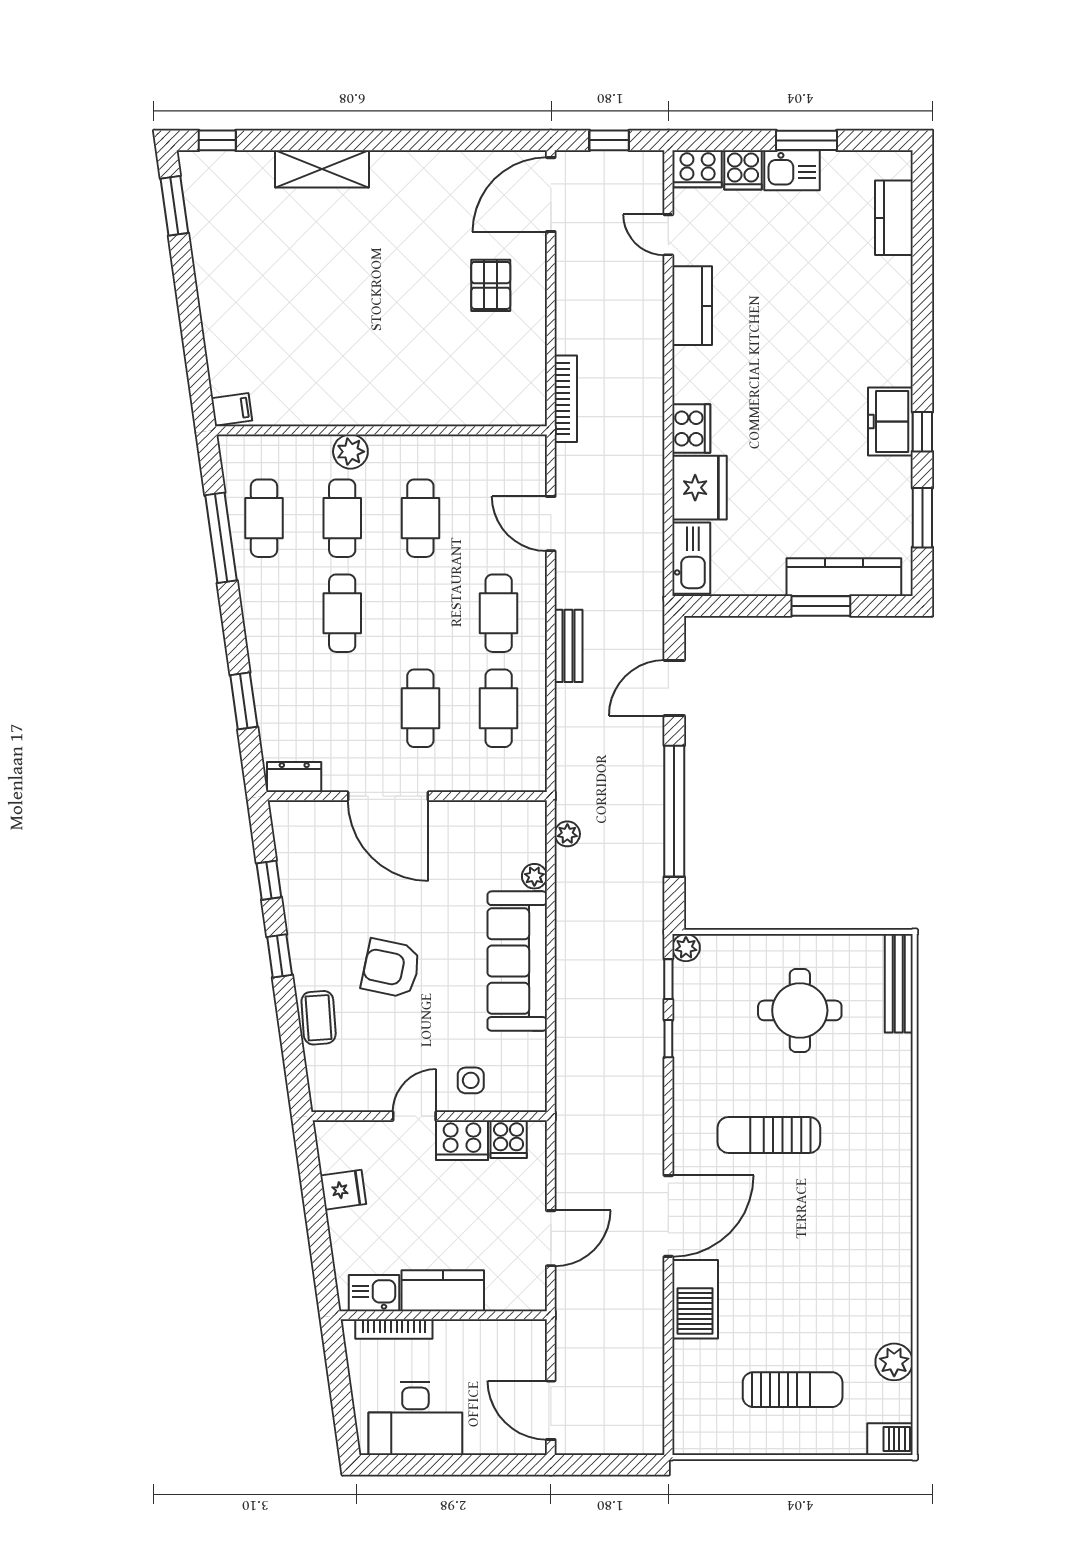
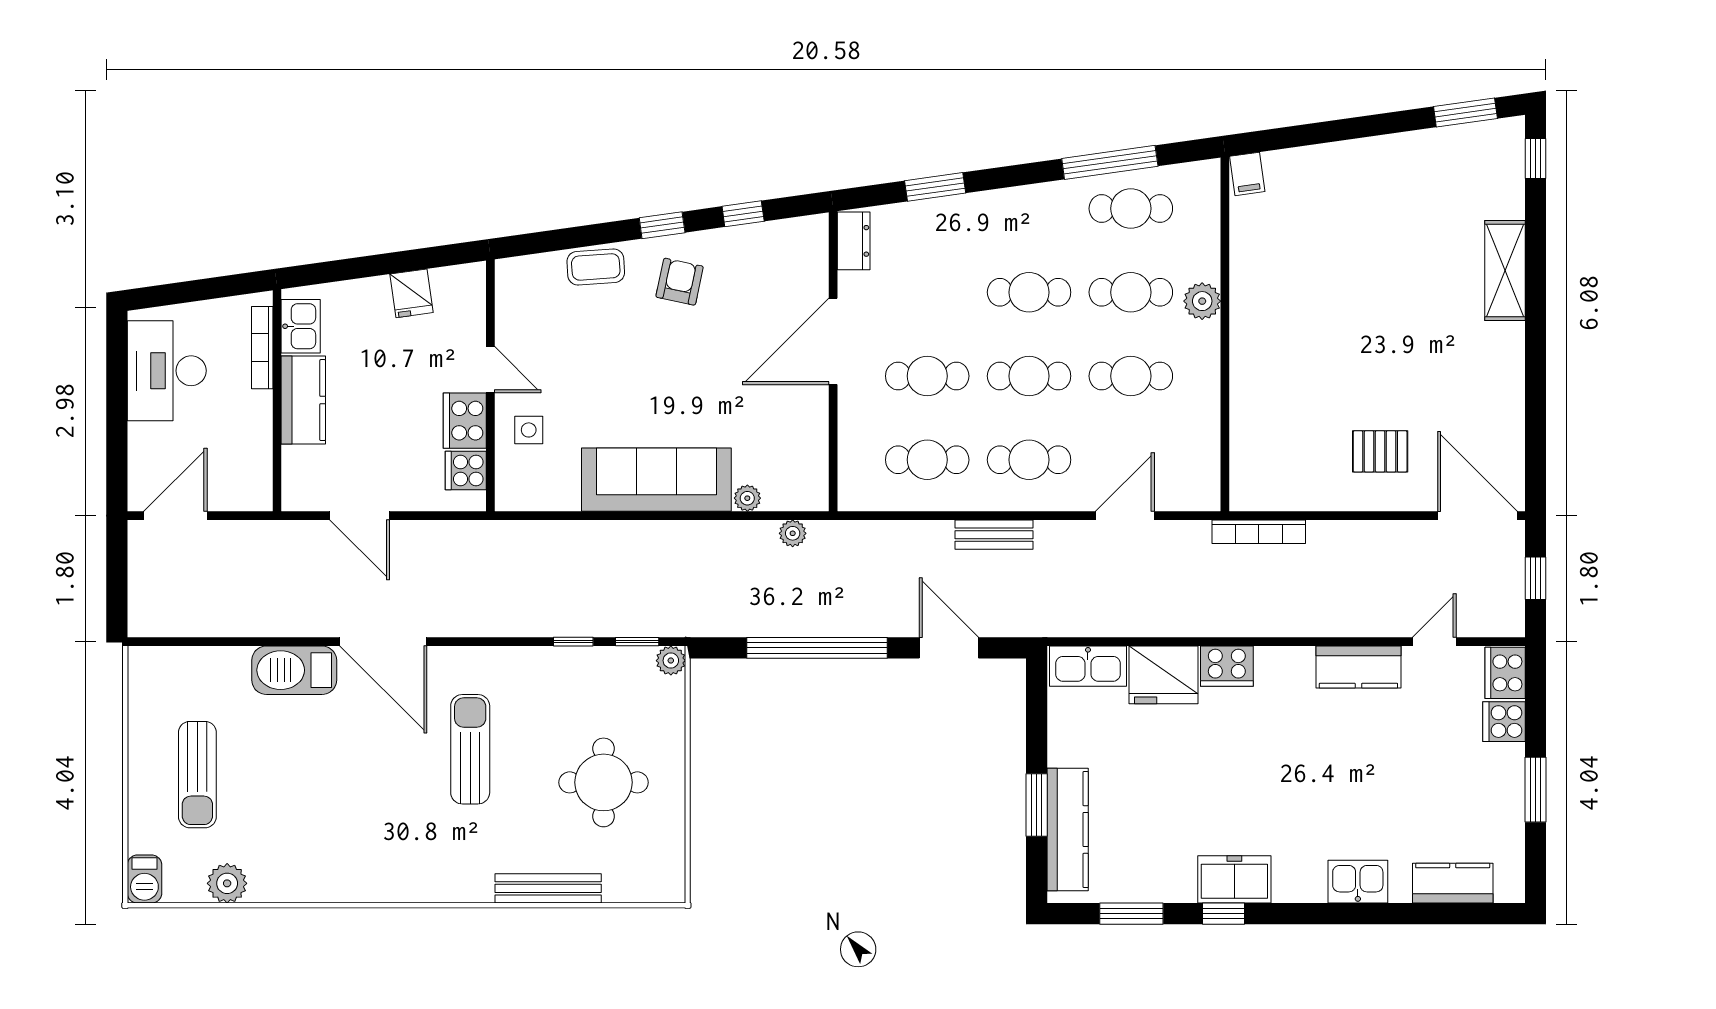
kitchen sink: (792, 170) -> (1358, 882), moved, turned 90
cafe table: (420, 613) -> (1029, 376), added
armchair: (391, 968) -> (680, 282), moved, width x0.72, depth x0.72
bench: (899, 983) -> (548, 888), moved

